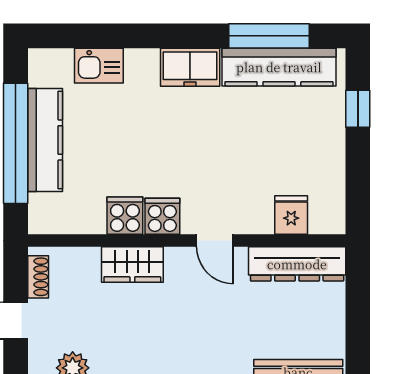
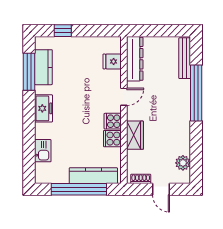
kitchen counter: (279, 67) -> (43, 67), width x0.67
kitchen counter: (45, 140) -> (93, 176), moved

